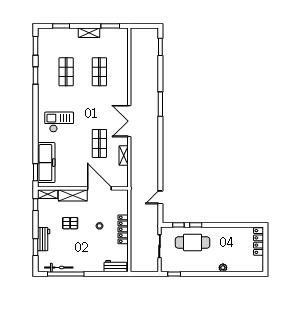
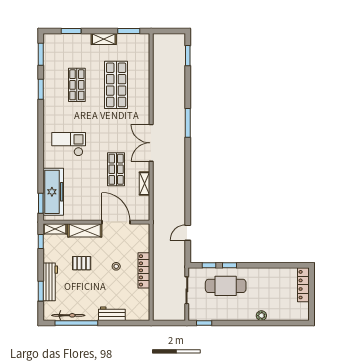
shop shelf: (99, 72) -> (116, 85), width x1.43, depth x1.36
workbench: (44, 239) -> (50, 282), width x1.38
workbench: (115, 266) -> (112, 314), moved

